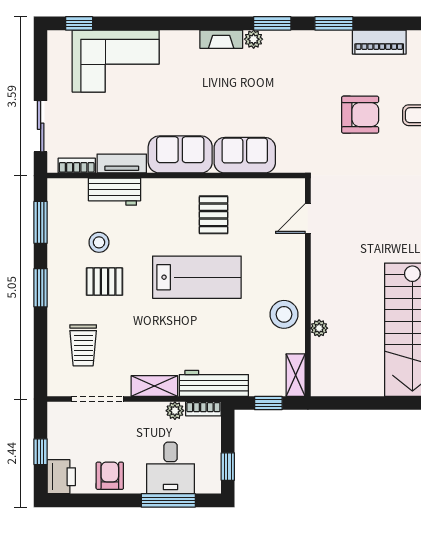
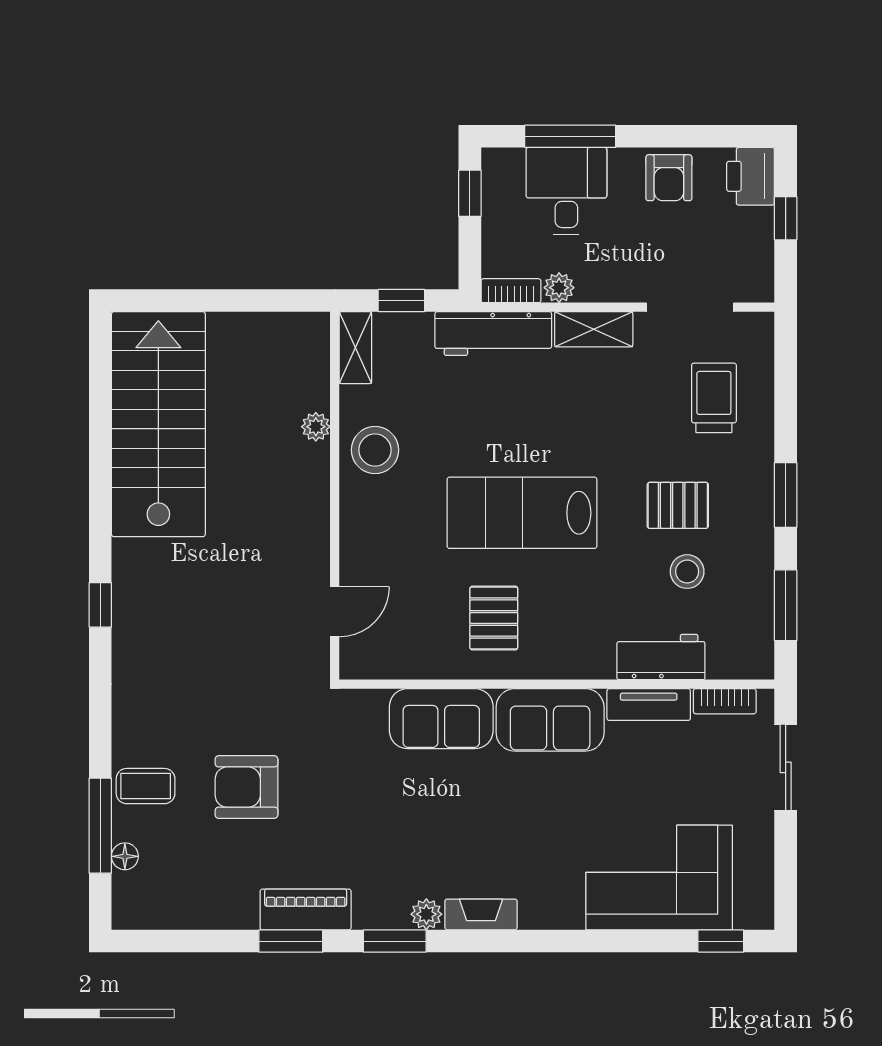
piano: (379, 42) -> (306, 909), moved

